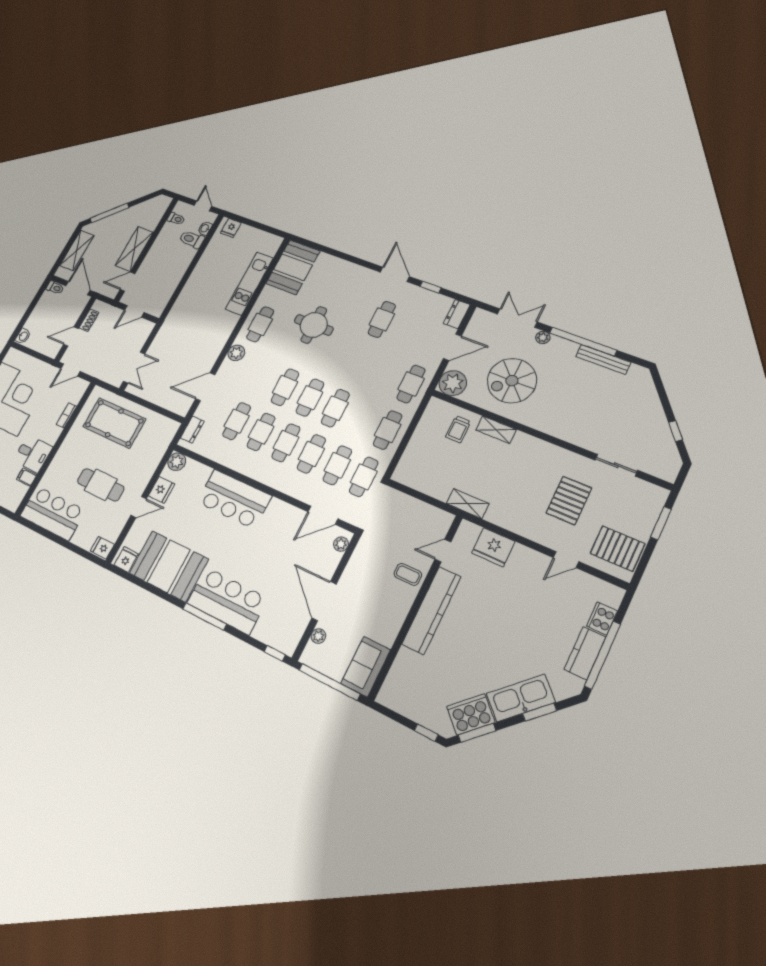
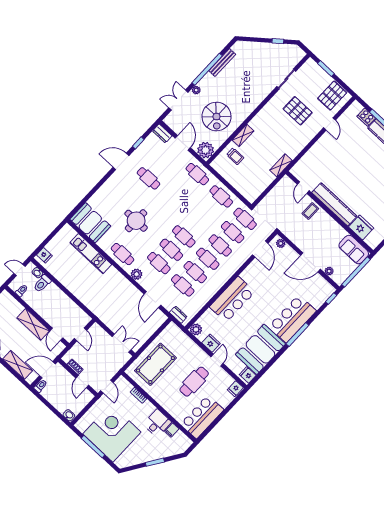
cafe table: (335, 408) -> (159, 263), moved
fridge: (493, 547) -> (361, 227), moved, turned -90

